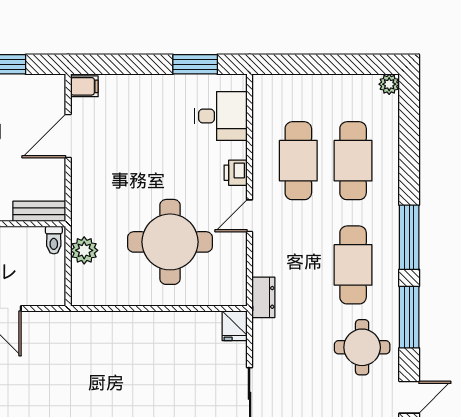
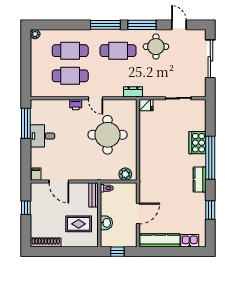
window: (195, 64) -> (26, 123), width x1.44
desk: (221, 116) -> (42, 136), moved, turned -90
plant: (84, 250) -> (125, 174), moved

